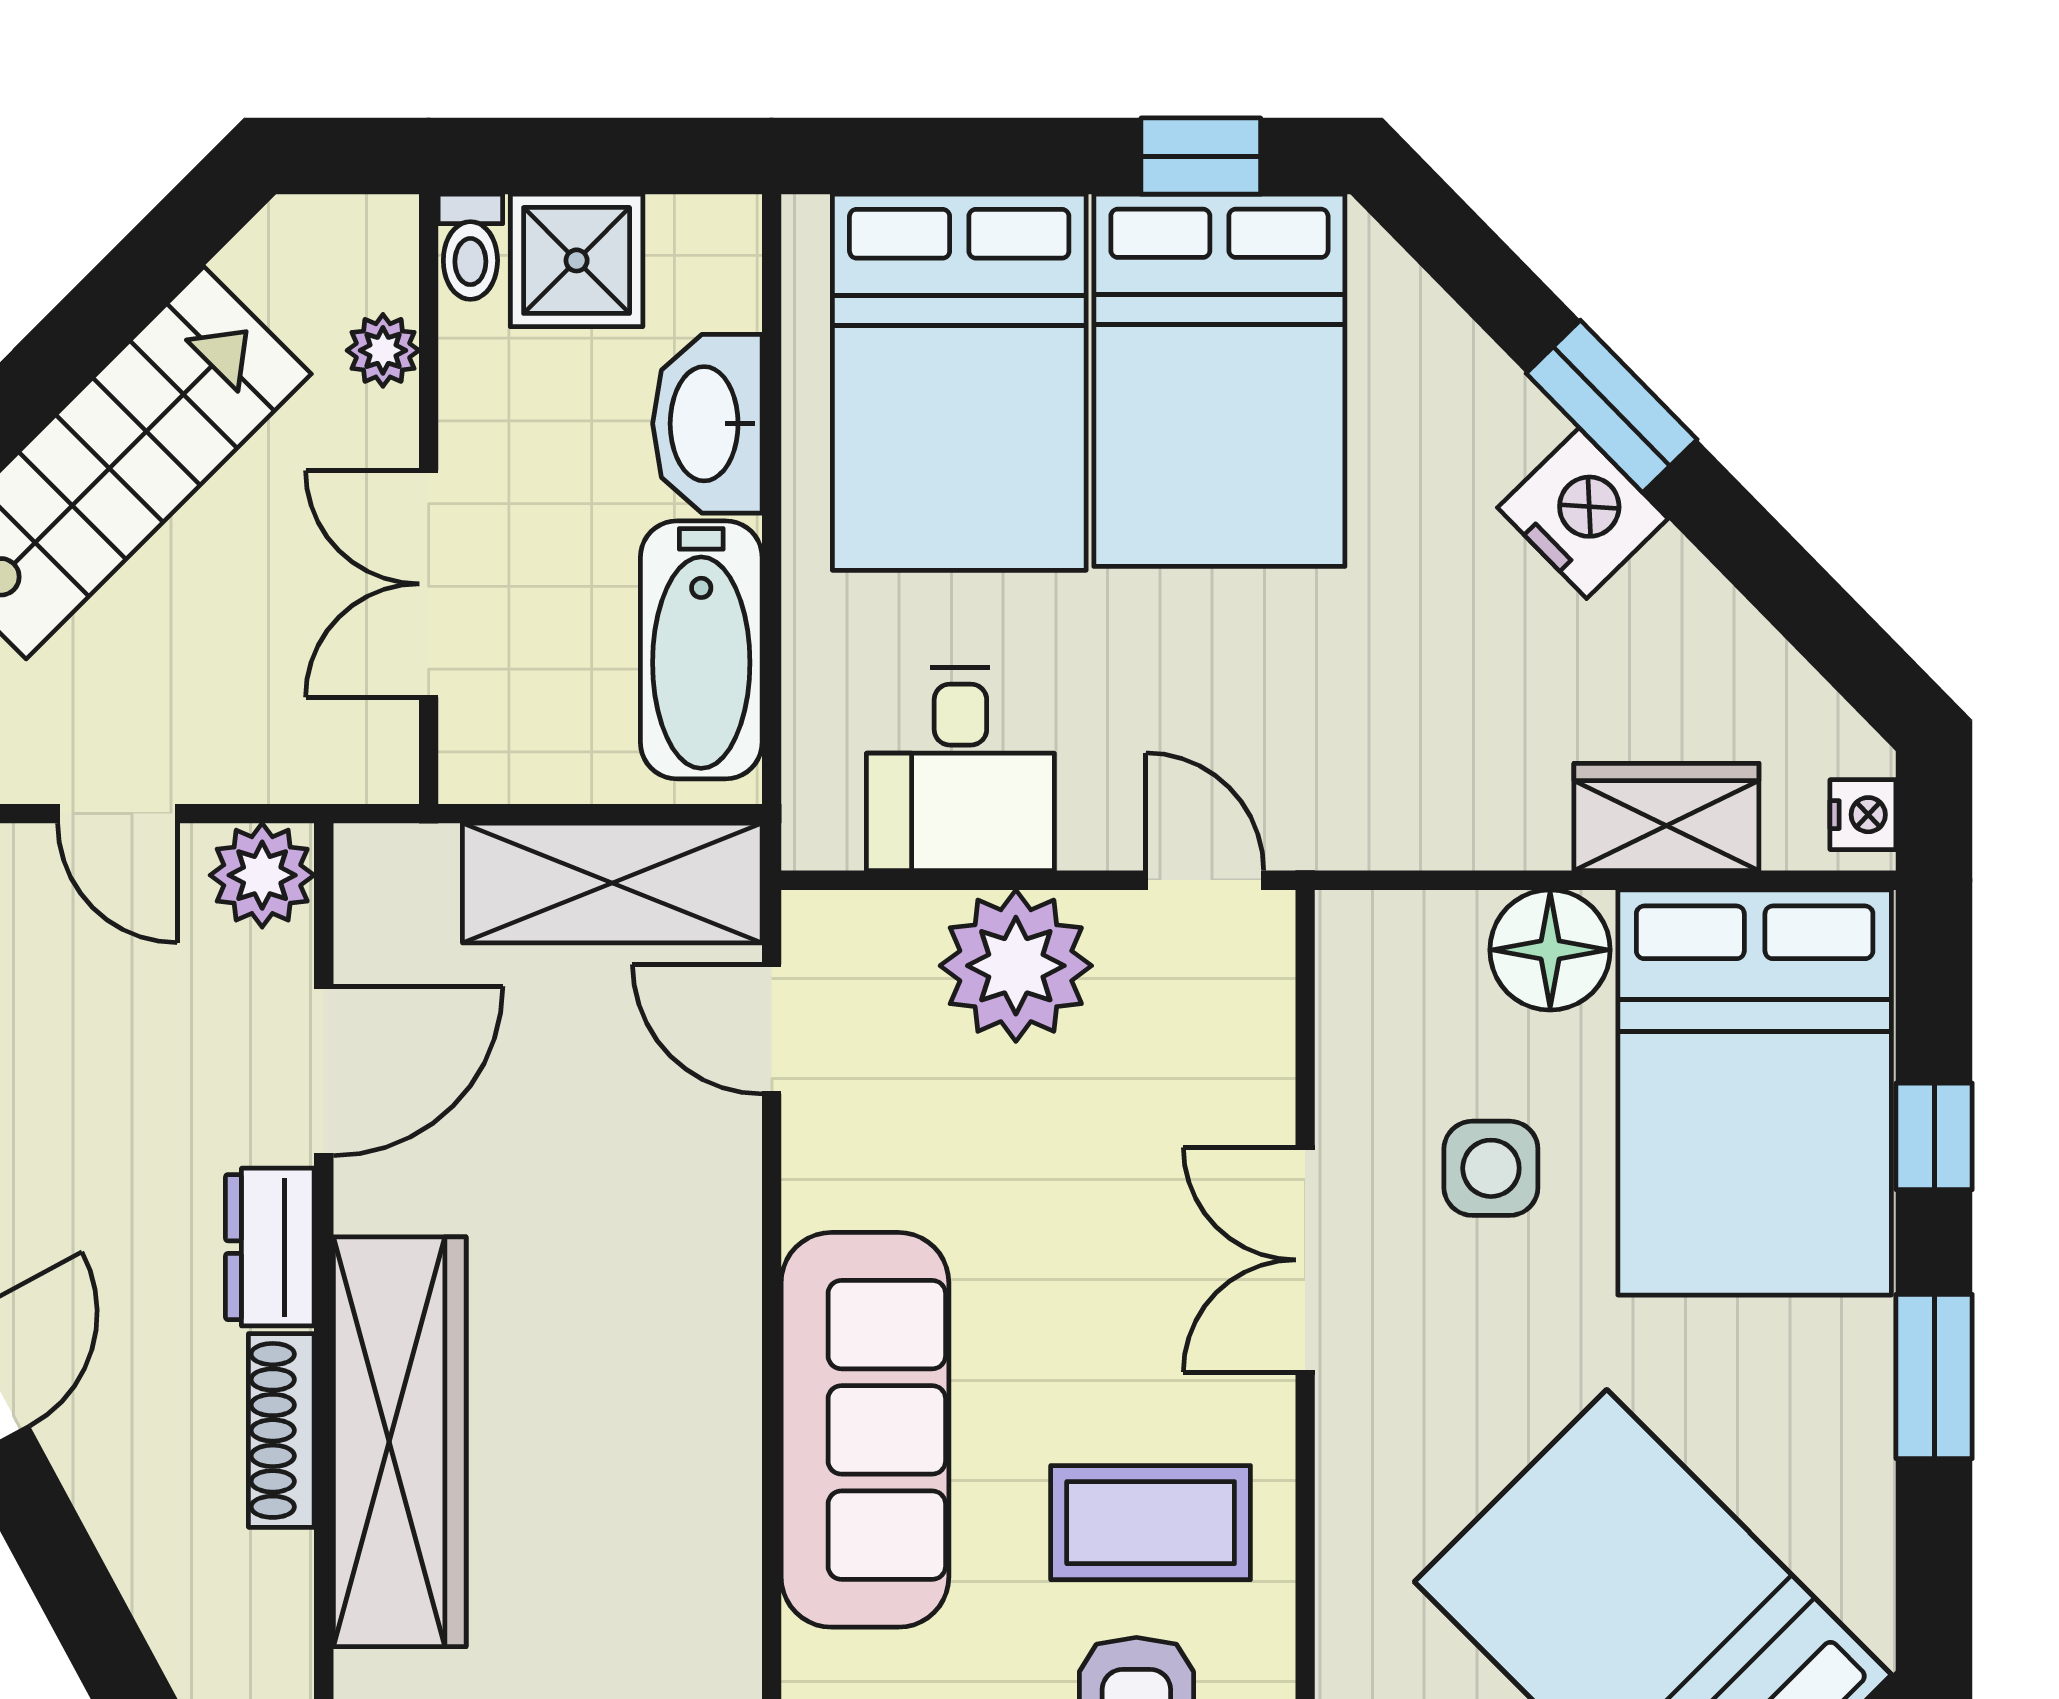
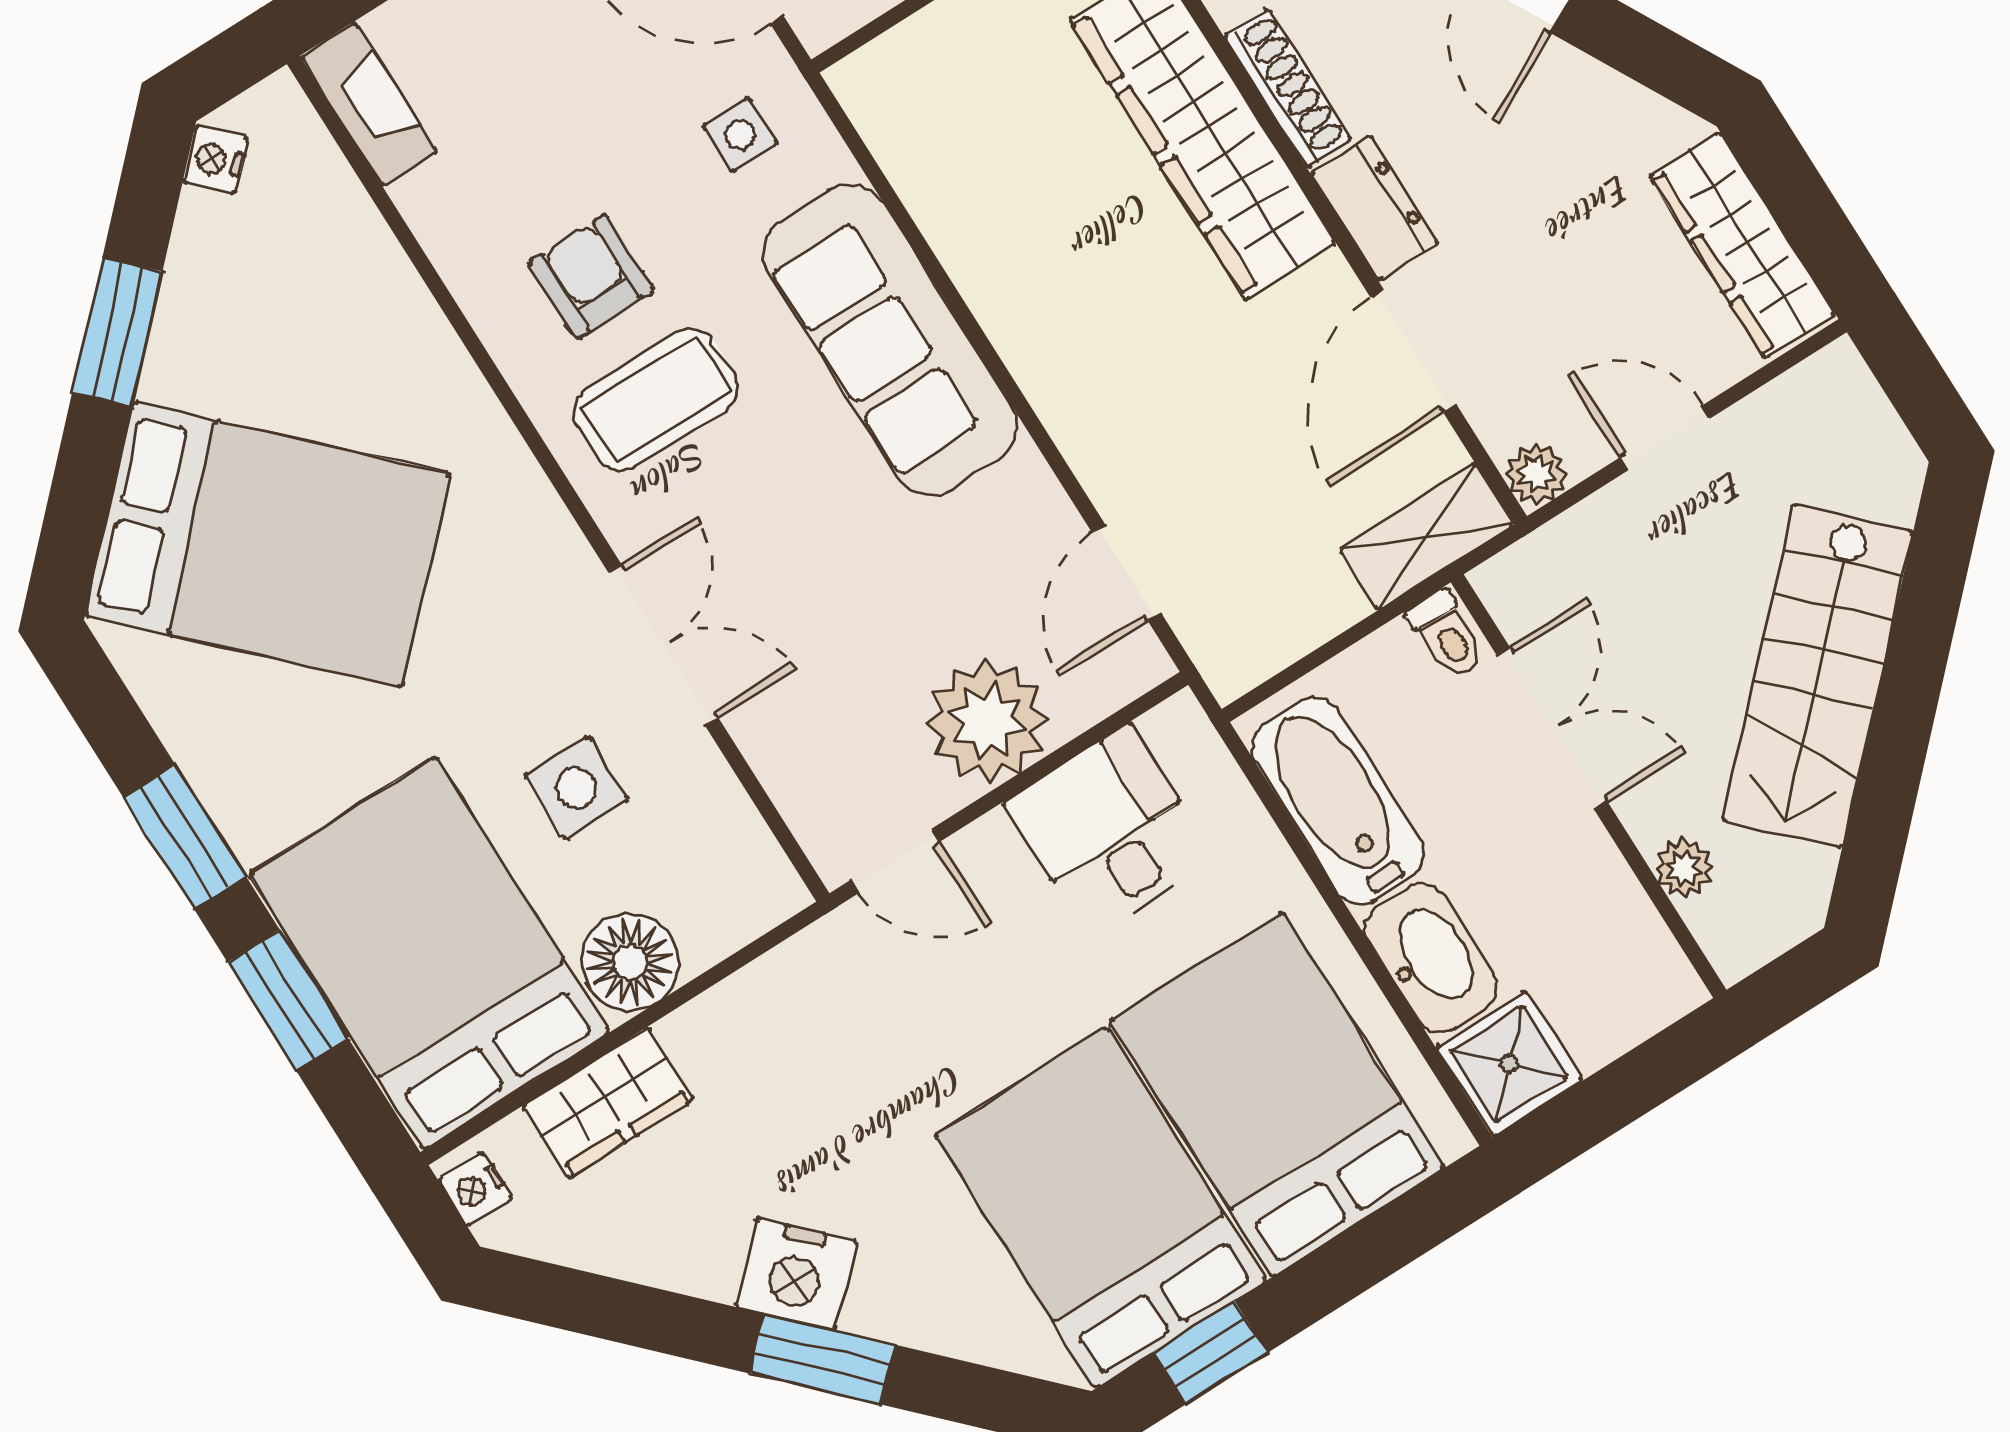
toilet: (470, 247) -> (1447, 635), moved, turned 180
shower: (577, 260) -> (1509, 1064), moved
plant: (262, 875) -> (1536, 474), width x0.73, depth x0.73
shelving: (612, 883) -> (1426, 537), moved, width x0.67, depth x0.75
door: (772, 1029) -> (1126, 573), swing flipped
window: (1934, 1136) -> (288, 1000), width x1.50

